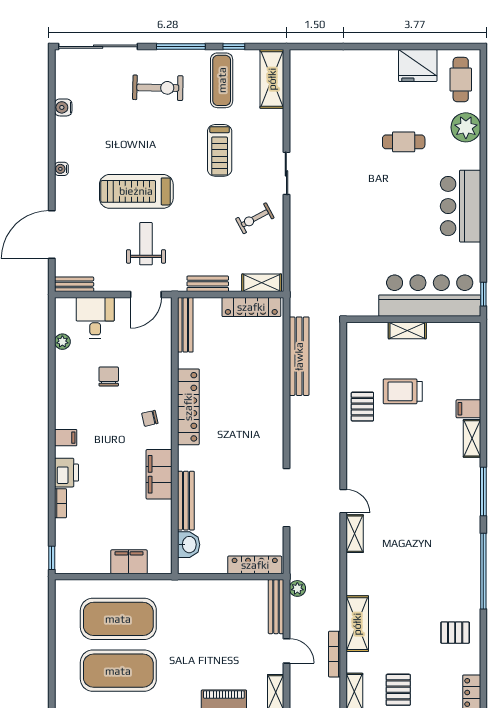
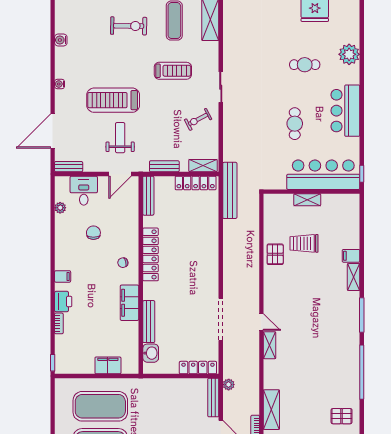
cafe table: (461, 80) -> (295, 124), moved
treadmill: (220, 150) -> (173, 71), turned -90
bench: (299, 356) -> (230, 190), moved

